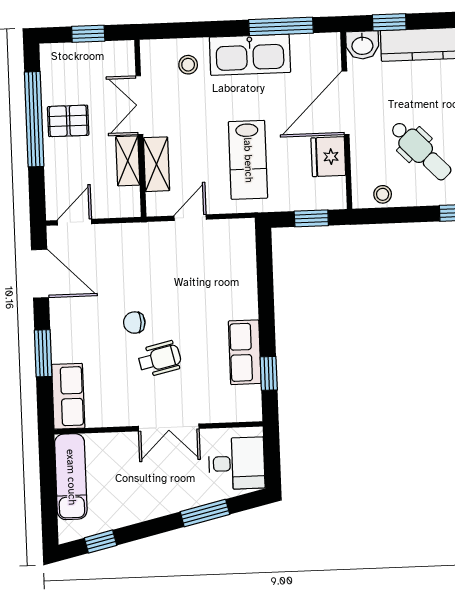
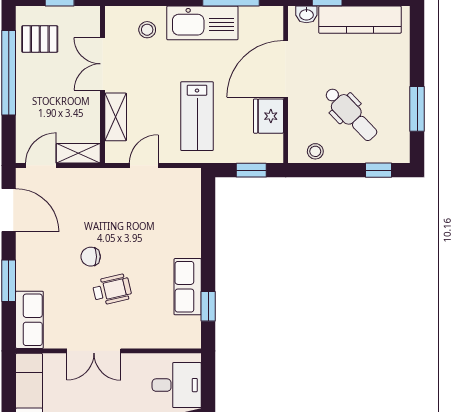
washbasin: (362, 45) -> (306, 14), width x0.72, depth x0.69
pallet: (68, 121) -> (40, 39), moved
shelving: (128, 161) -> (78, 153), moved, turned 90
double door: (169, 427) -> (94, 351), moved

